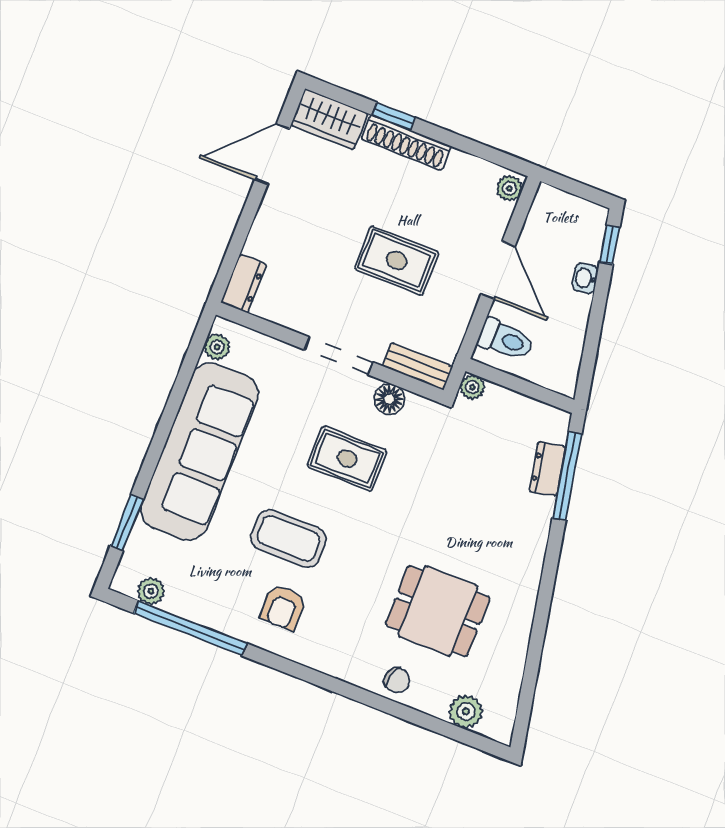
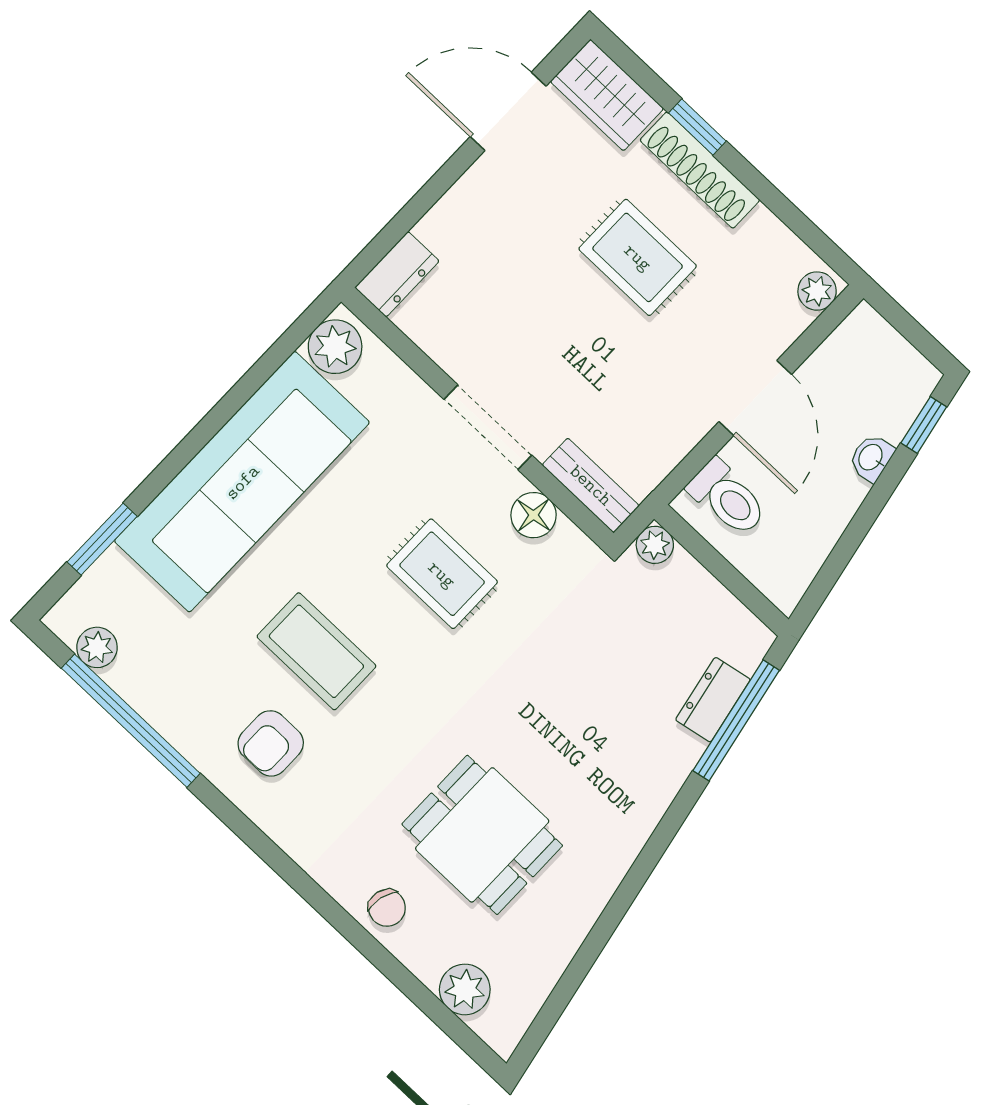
rug: (397, 260) -> (638, 257), moved
plant: (217, 347) -> (335, 347), width x1.38, depth x1.38

